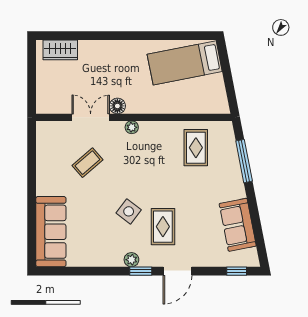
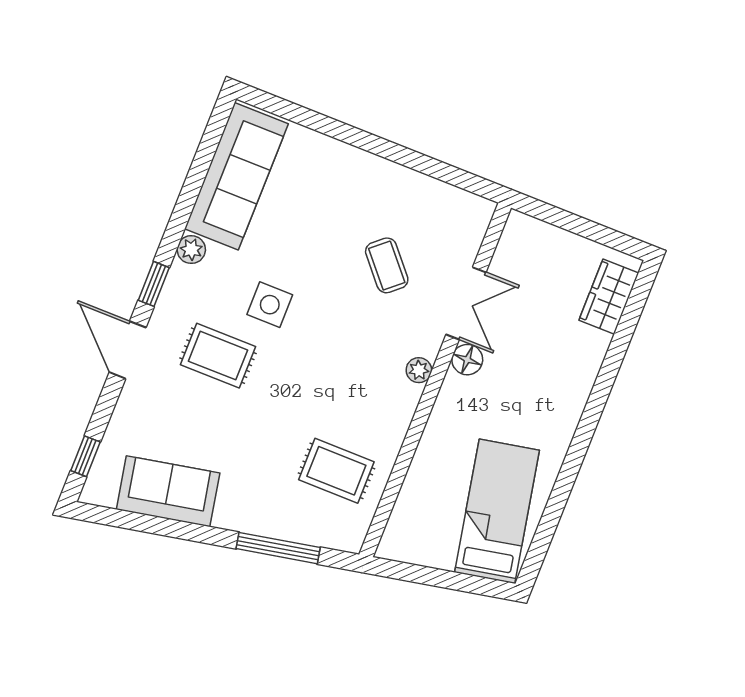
side table: (129, 211) -> (270, 305), turned -37
sofa: (51, 232) -> (236, 176), moved, turned -90
plant: (131, 260) -> (191, 250), moved

